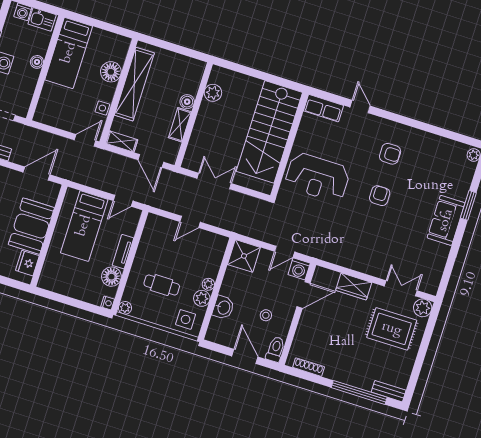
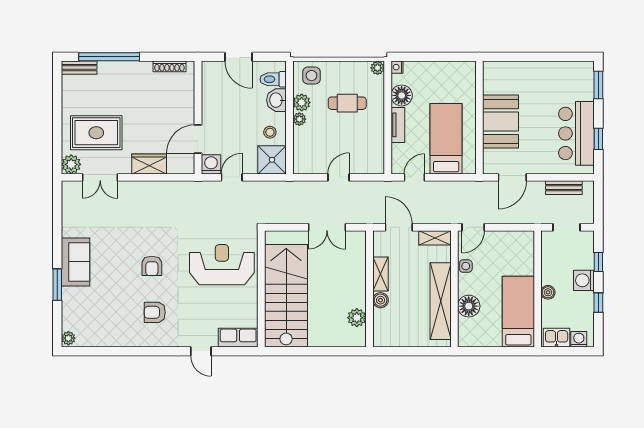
fridge: (27, 263) -> (493, 82), removed
stool: (266, 315) -> (270, 132), moved
toilet: (275, 349) -> (273, 79), moved, turned 90

